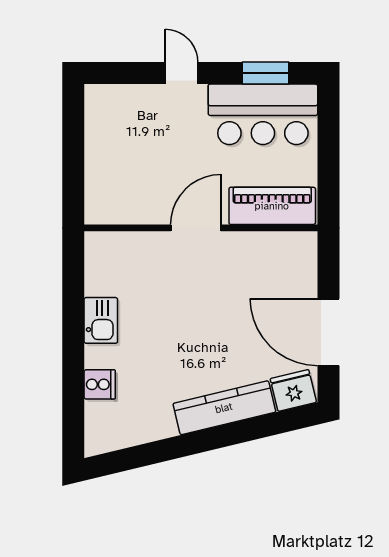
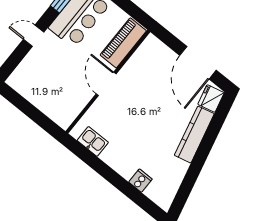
kitchen sink: (101, 320) -> (93, 141), moved
door: (328, 332) -> (198, 63), hinge flipped

